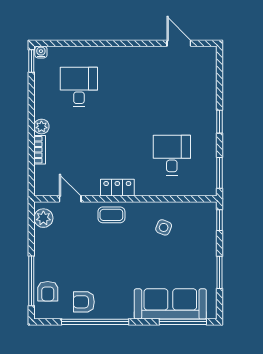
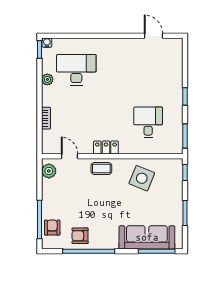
desk: (79, 87) -> (76, 70), width x1.37
plant: (41, 127) -> (47, 79), moved
side table: (164, 227) -> (142, 178), width x1.87, depth x1.87
armchair: (48, 291) -> (52, 228), turned 180

